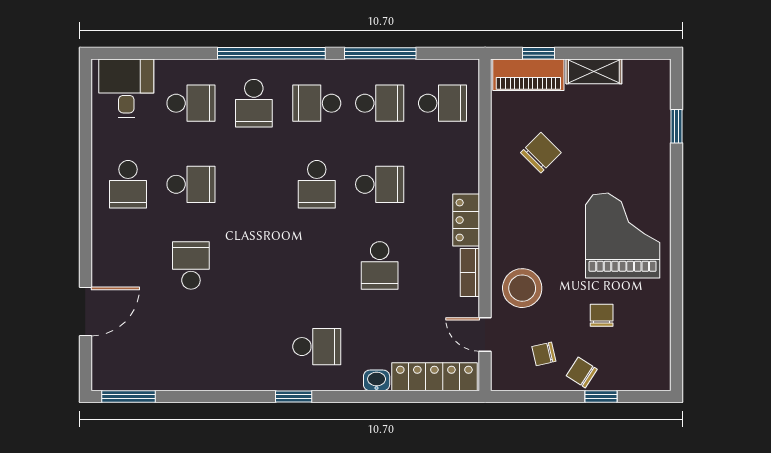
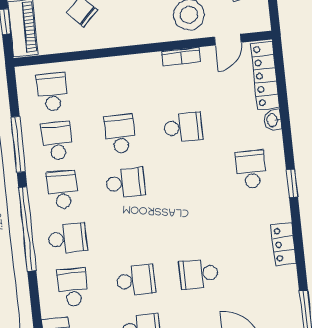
school desk: (317, 103) -> (62, 190), turned 180
school desk: (191, 184) -> (136, 281), turned 90
locker: (466, 220) -> (284, 244), moved, turned 90

